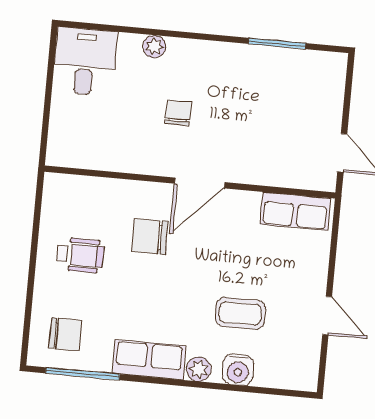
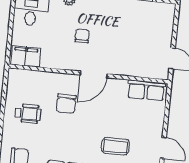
filing cabinet: (76, 151) -> (26, 56), added
chair: (150, 237) -> (66, 104), turned -90

